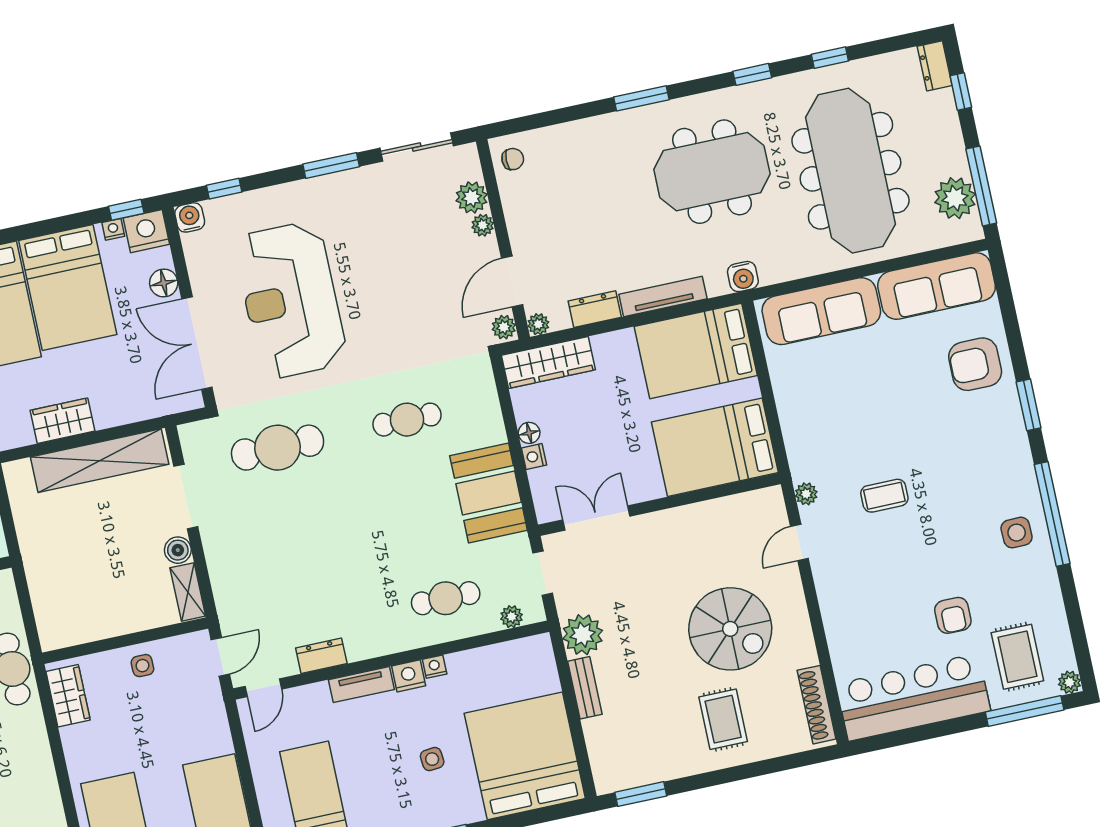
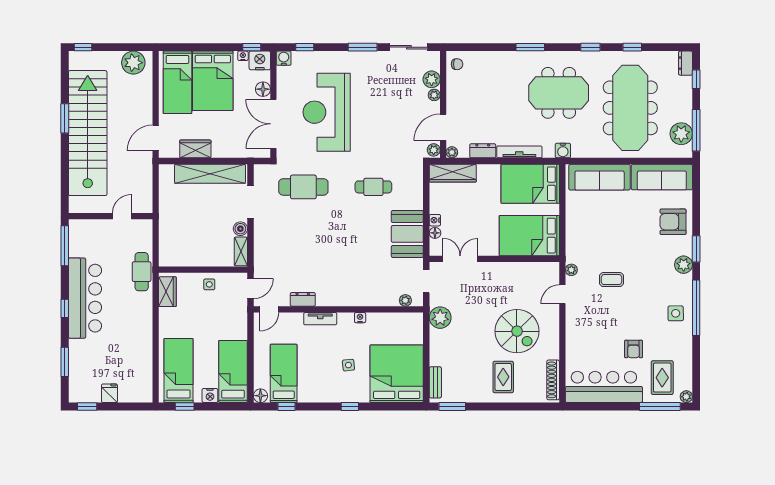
floor lamp: (529, 433) -> (435, 233), moved
plant: (1012, 439) -> (684, 265), added
cafe table: (446, 598) -> (373, 283), removed
nightstand: (409, 676) -> (346, 319), removed
bench: (585, 688) -> (435, 382), moved

